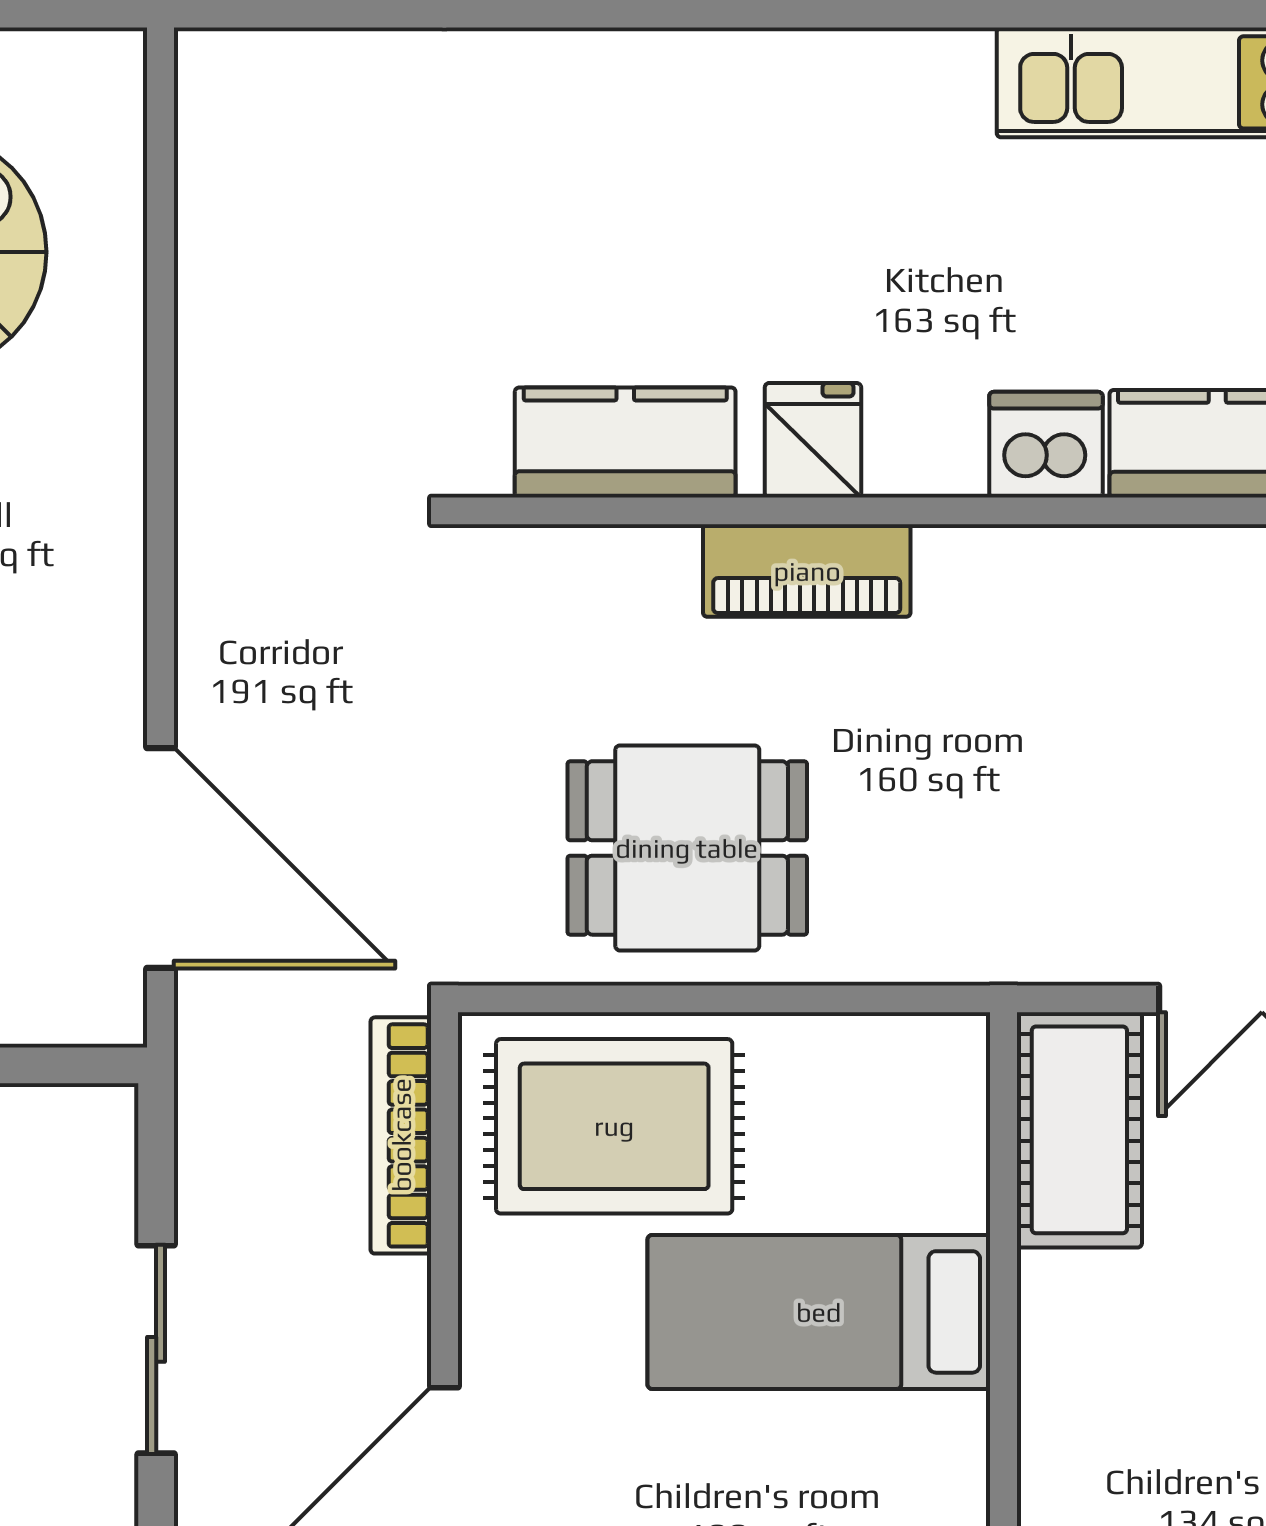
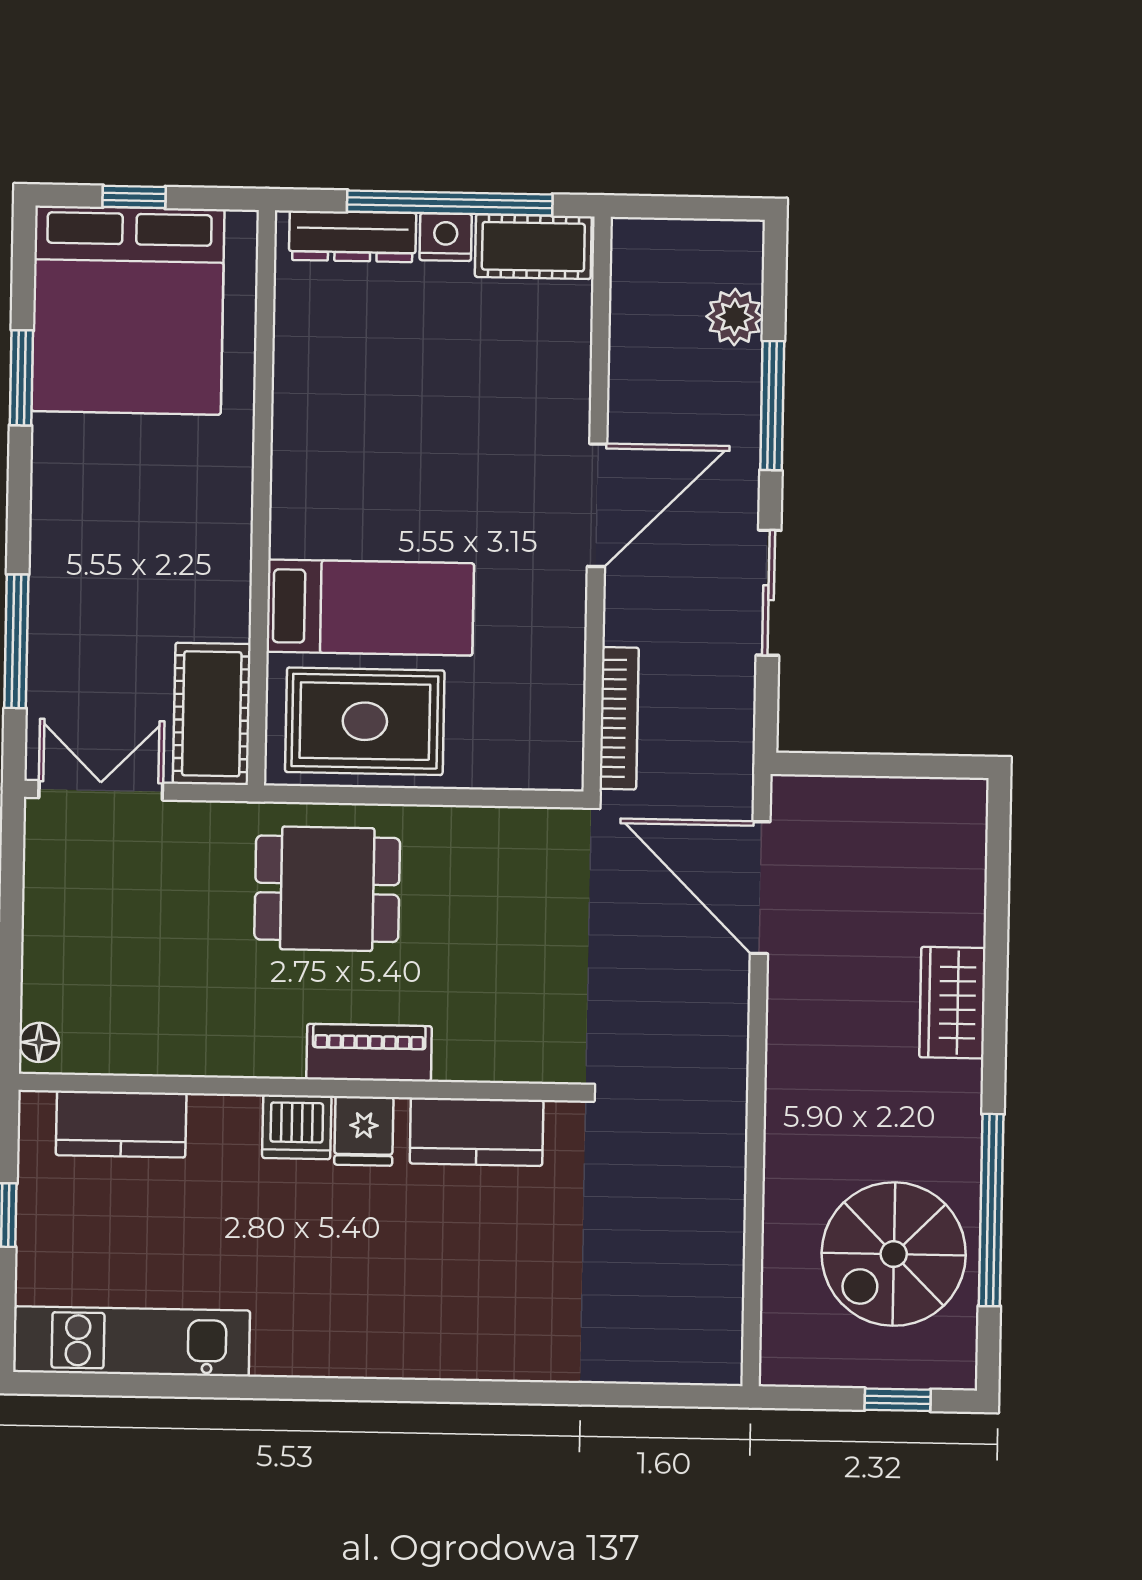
dishwasher: (1046, 445) -> (297, 1127), moved
dining table: (687, 848) -> (327, 889), moved
rug: (614, 1126) -> (365, 721), moved

